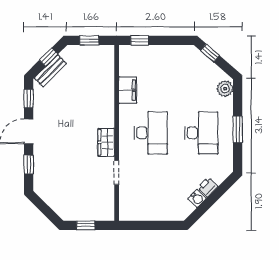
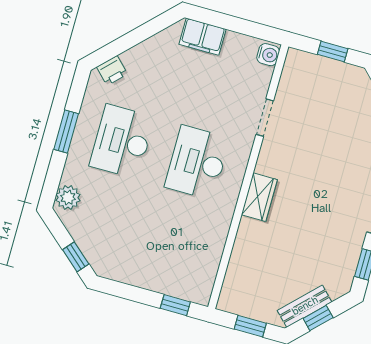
bench: (50, 71) -> (305, 306), moved
filing cabinet: (128, 90) -> (203, 37), moved, turned -90
wardrobe: (106, 142) -> (259, 197), moved
printer: (208, 187) -> (112, 71), moved
water cooler: (197, 198) -> (268, 55), moved, turned 135

